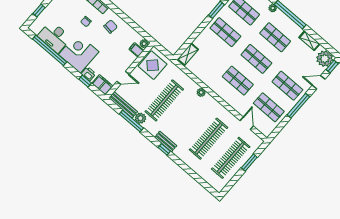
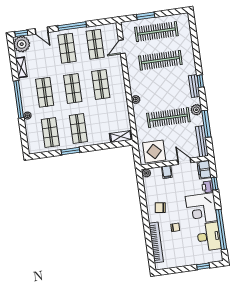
filing cabinet: (136, 50) -> (167, 172), moved
plant: (140, 118) -> (196, 110), moved

